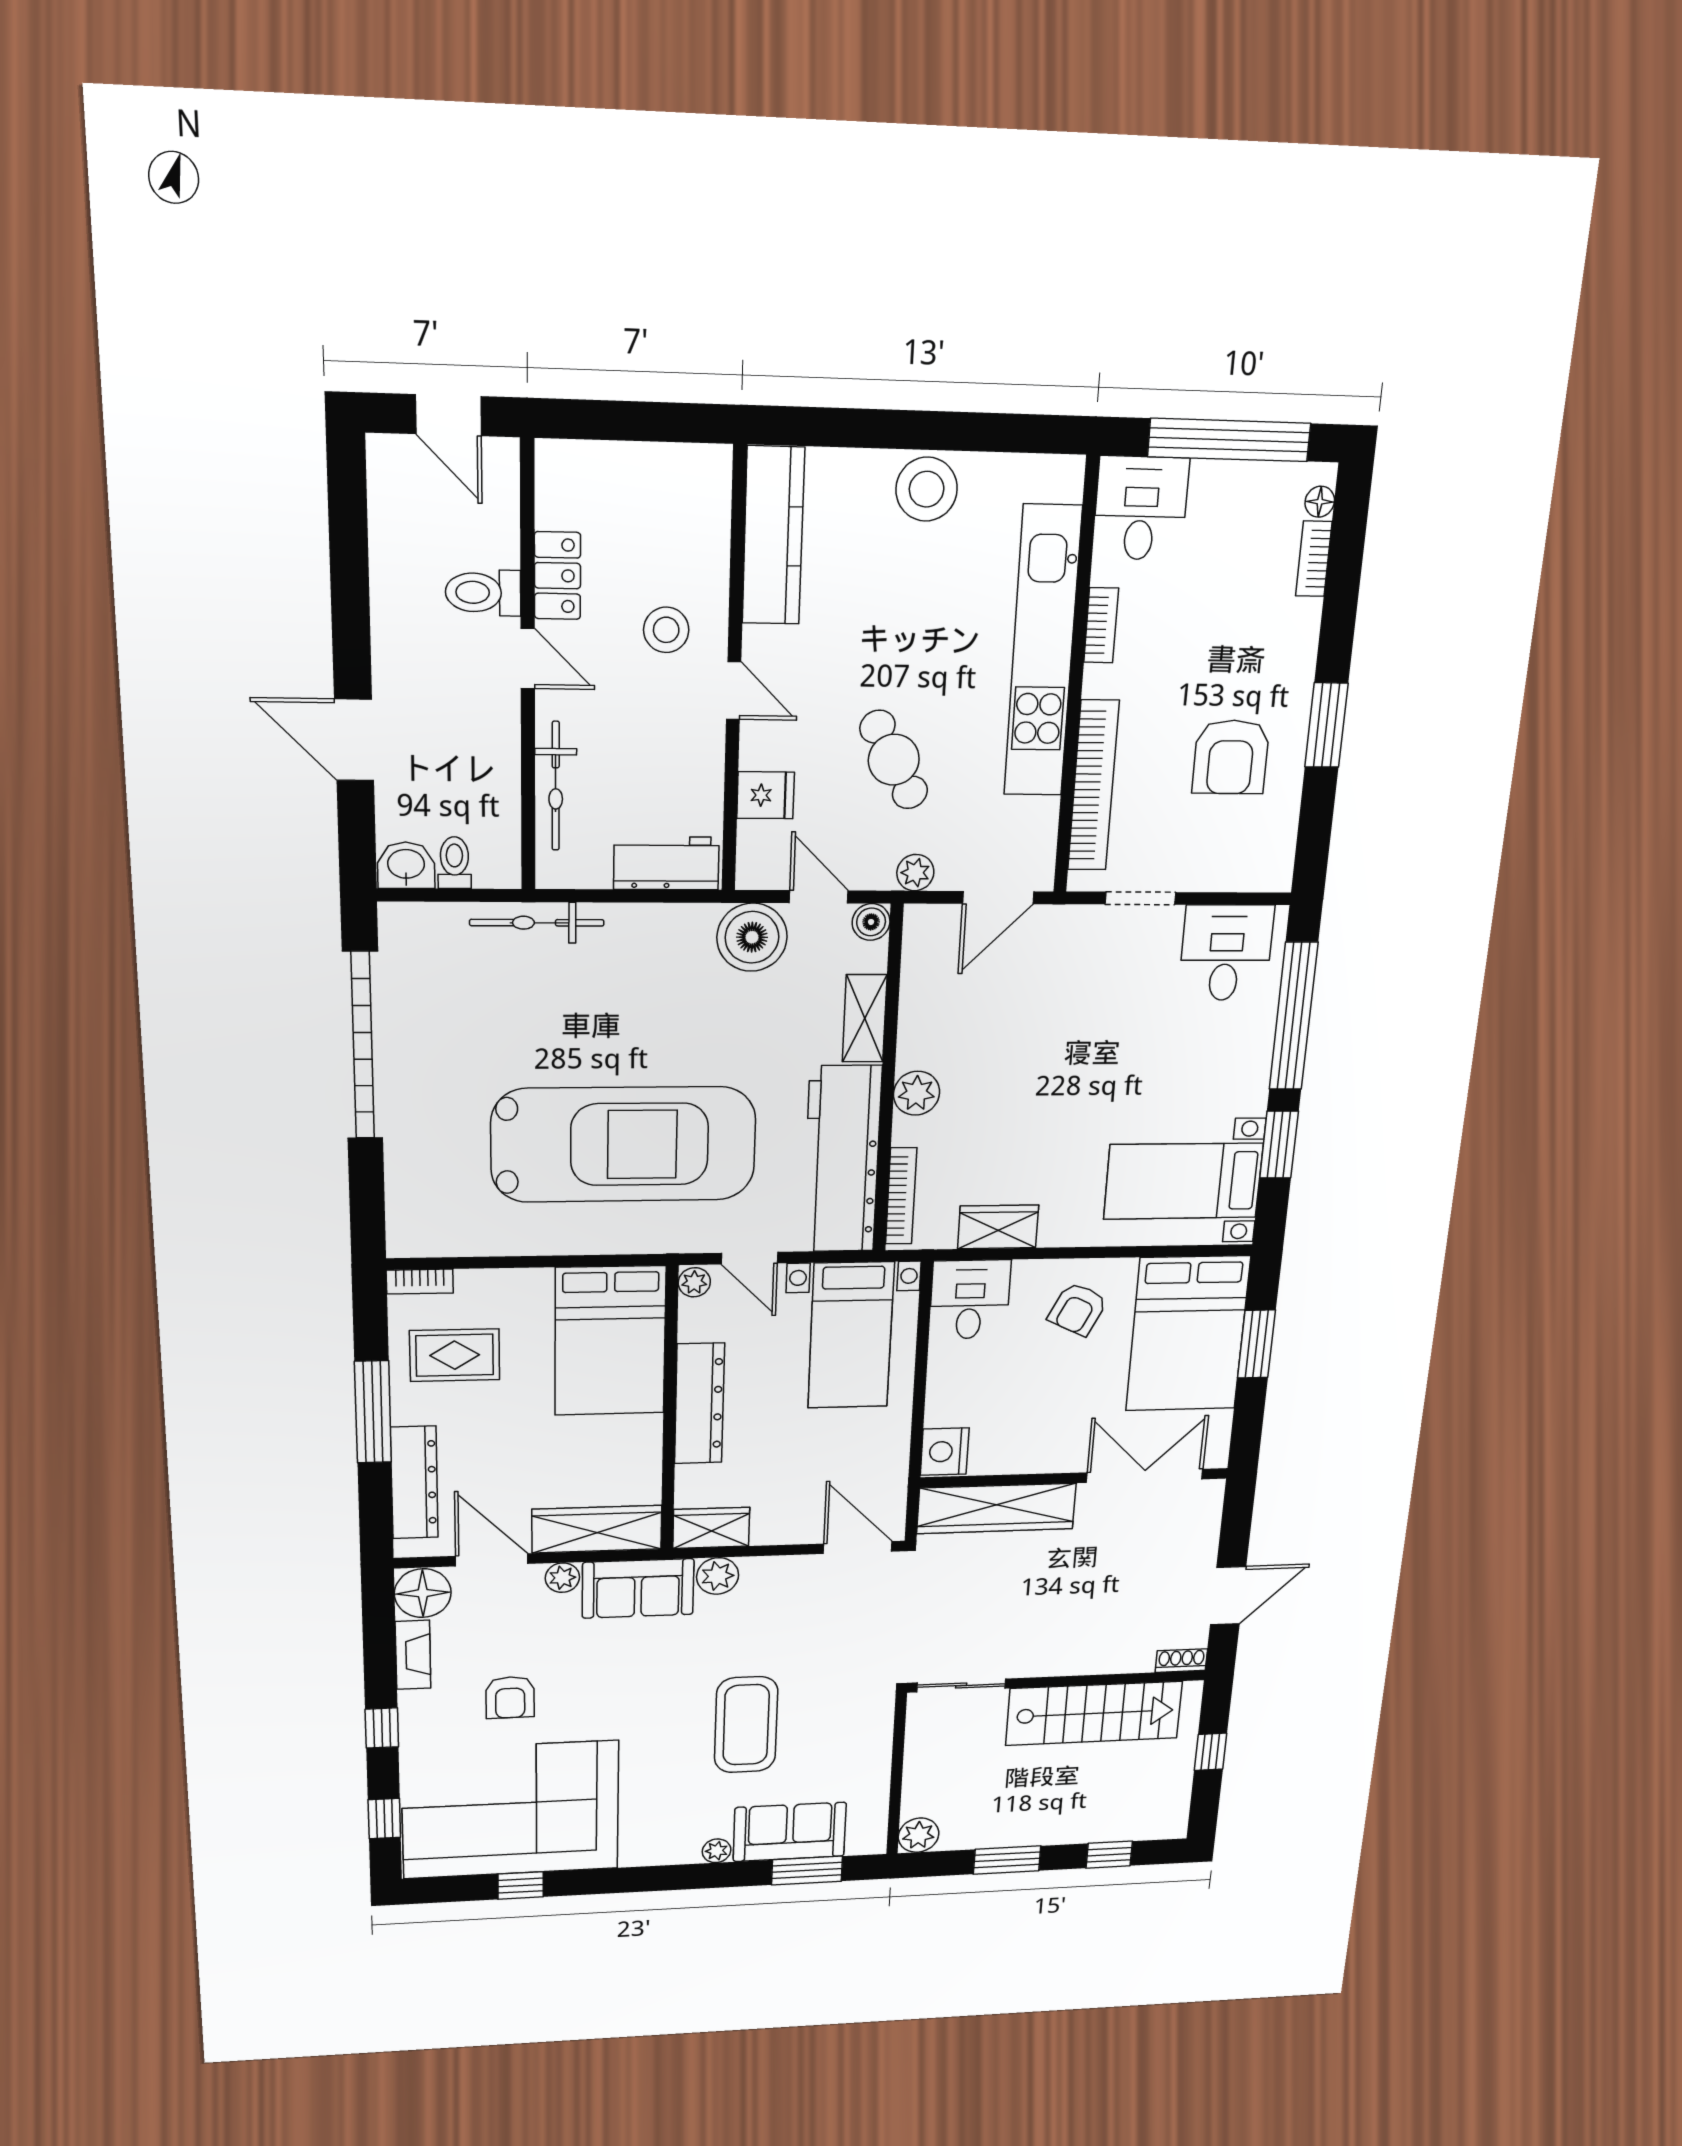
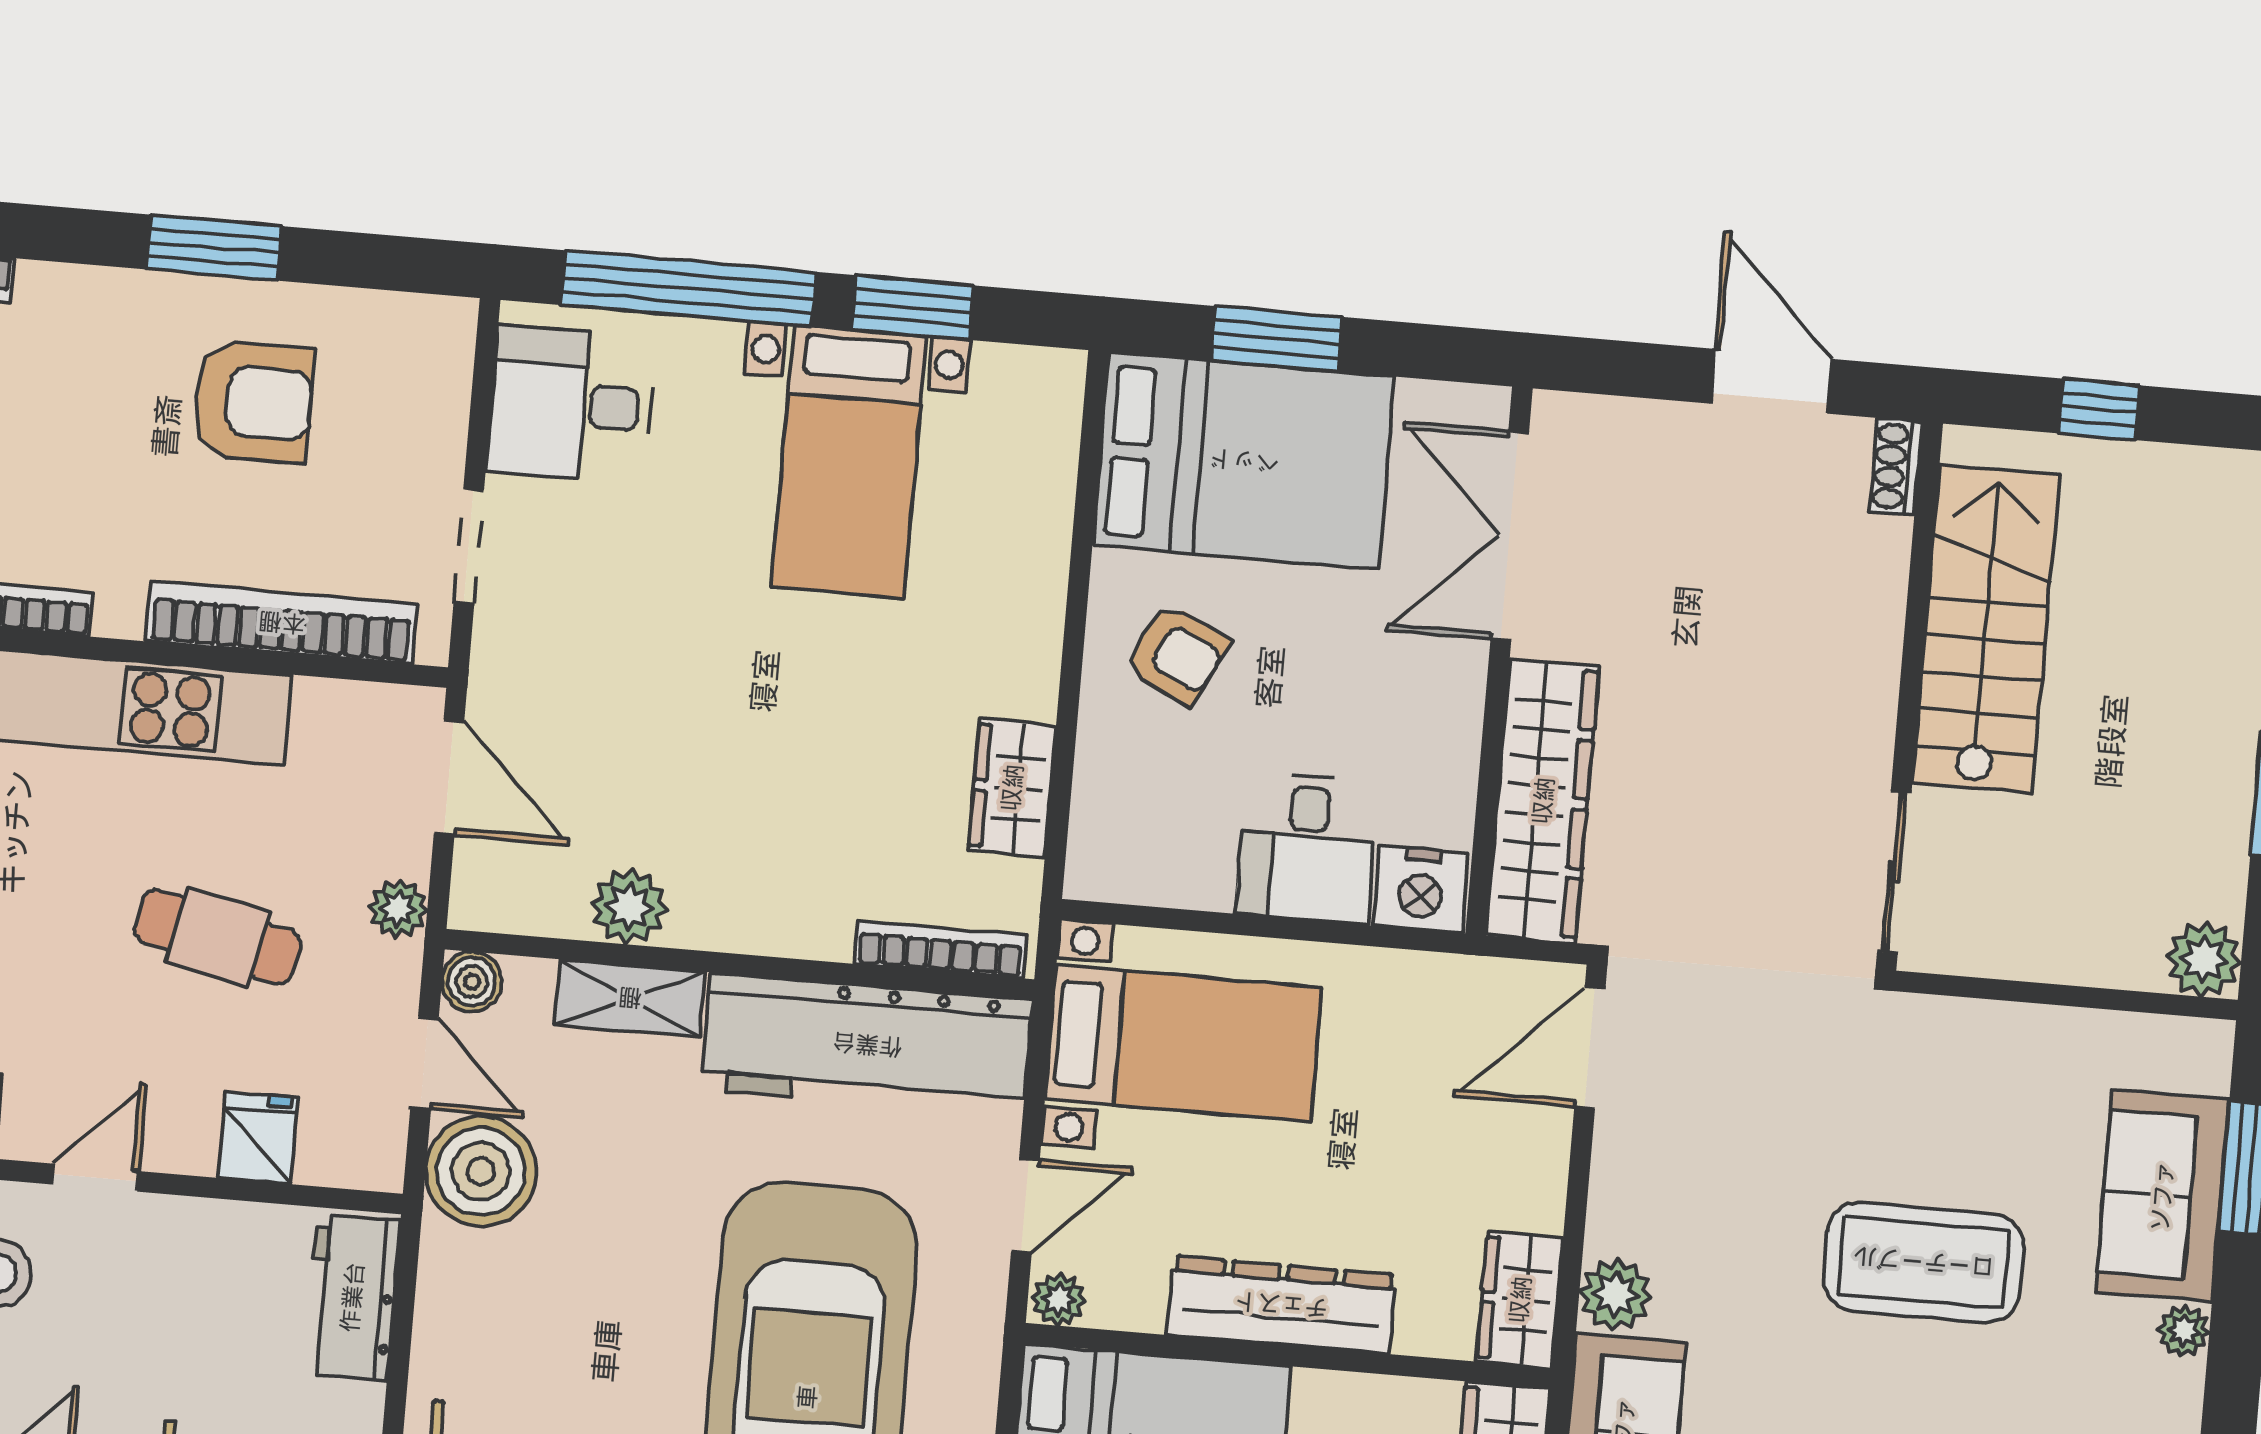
cafe table: (894, 760) -> (218, 937), turned 41
door: (819, 897) -> (425, 1063), swing flipped
plant: (917, 1093) -> (629, 907), moved
bed with nightstands: (1183, 1181) -> (849, 462), moved
desk: (970, 1300) -> (1307, 848), moved, turned -90

